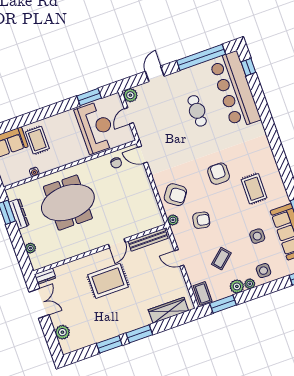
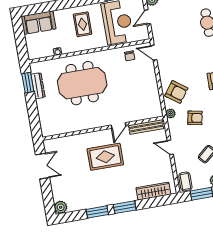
rug: (37, 140) -> (83, 24), moved
plant: (30, 248) -> (43, 117), removed
dresser: (45, 276) -> (52, 143), removed
plant: (62, 332) -> (61, 207), moved

